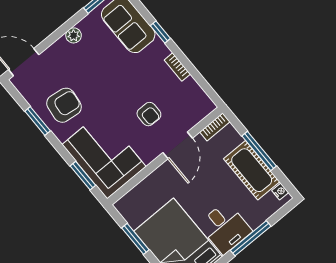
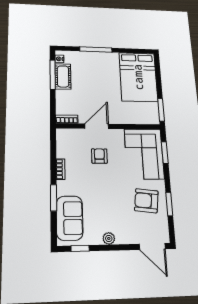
window: (160, 32) -> (53, 198), width x1.50
window: (259, 151) -> (53, 75), moved
cot: (252, 170) -> (63, 76), width x0.73, depth x0.75
desk: (225, 228) -> (106, 65), removed
window: (135, 239) -> (161, 110), moved

